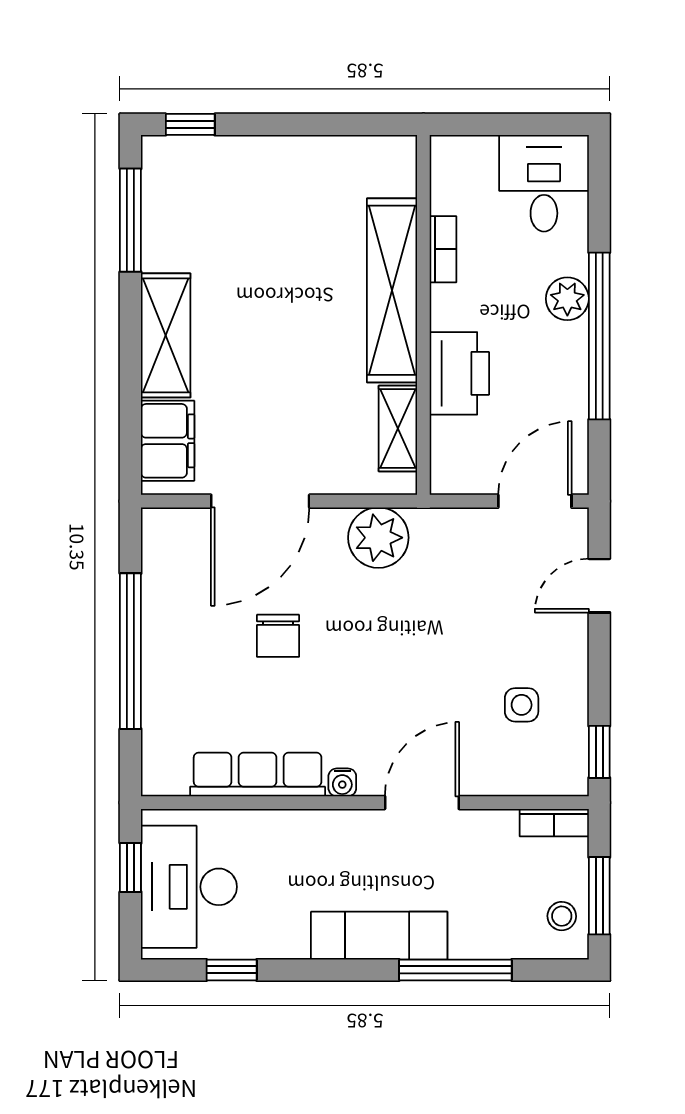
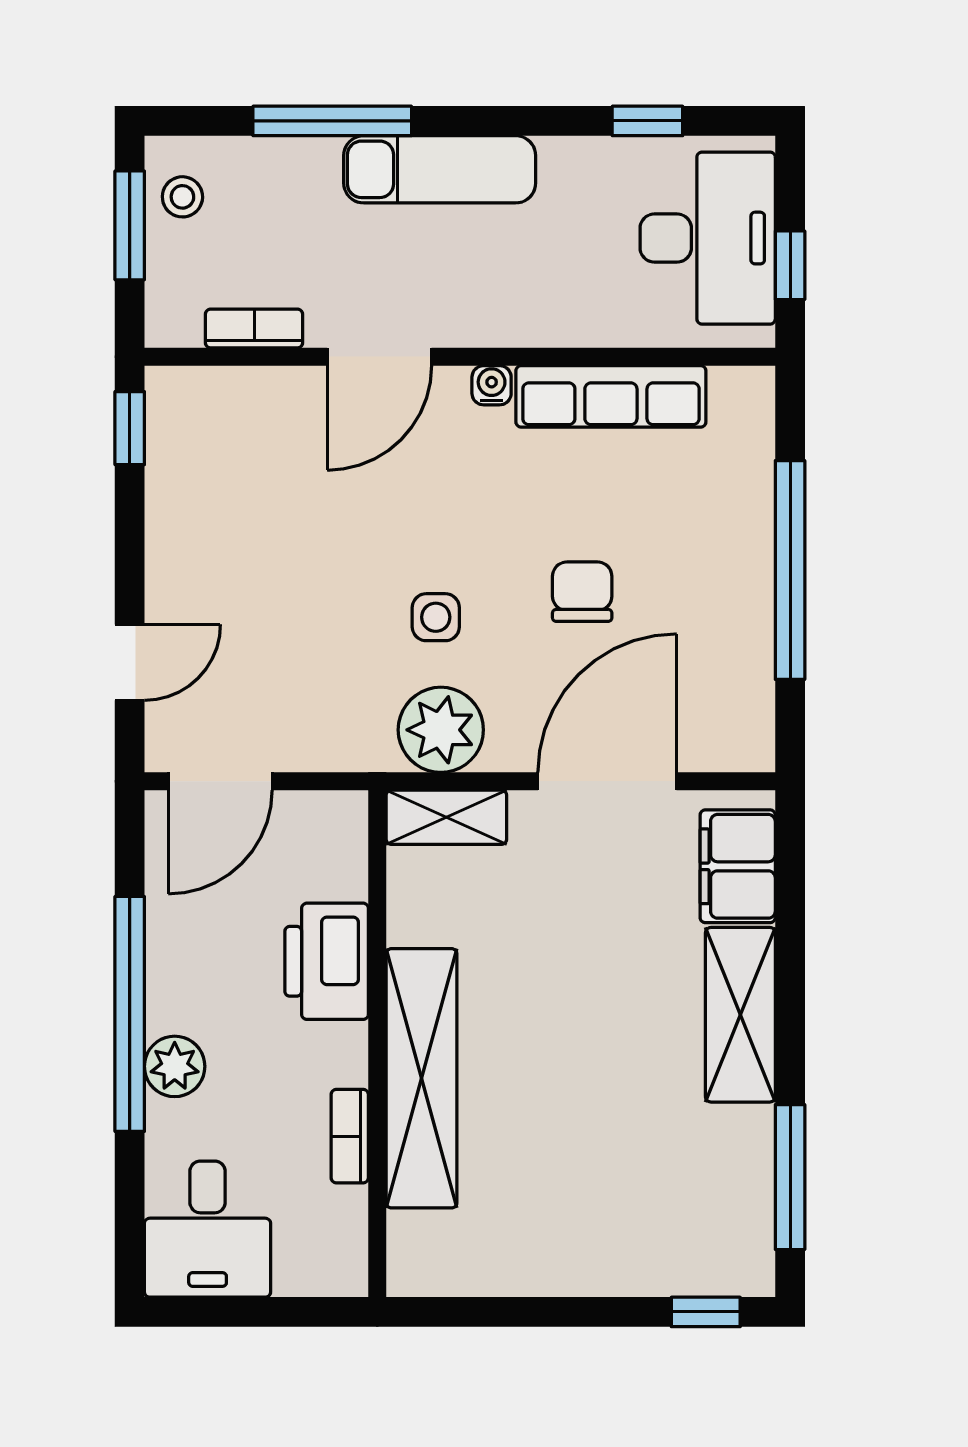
shelving: (398, 428) -> (446, 817), moved, turned 90
side table: (522, 705) -> (436, 617), moved
bookcase: (554, 823) -> (254, 328), moved

